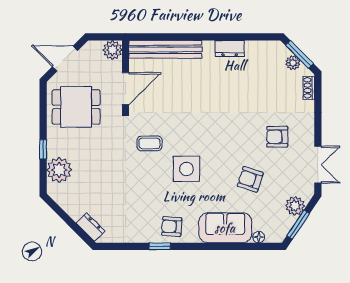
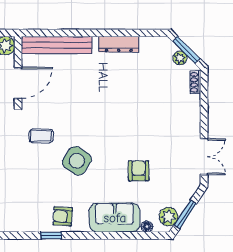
dresser: (230, 48) -> (119, 44), width x1.44
armchair: (277, 137) -> (165, 130), removed
side table: (186, 169) -> (77, 161), turned 33
armchair: (250, 179) -> (139, 171), turned 72
plant: (295, 206) -> (168, 217), moved

